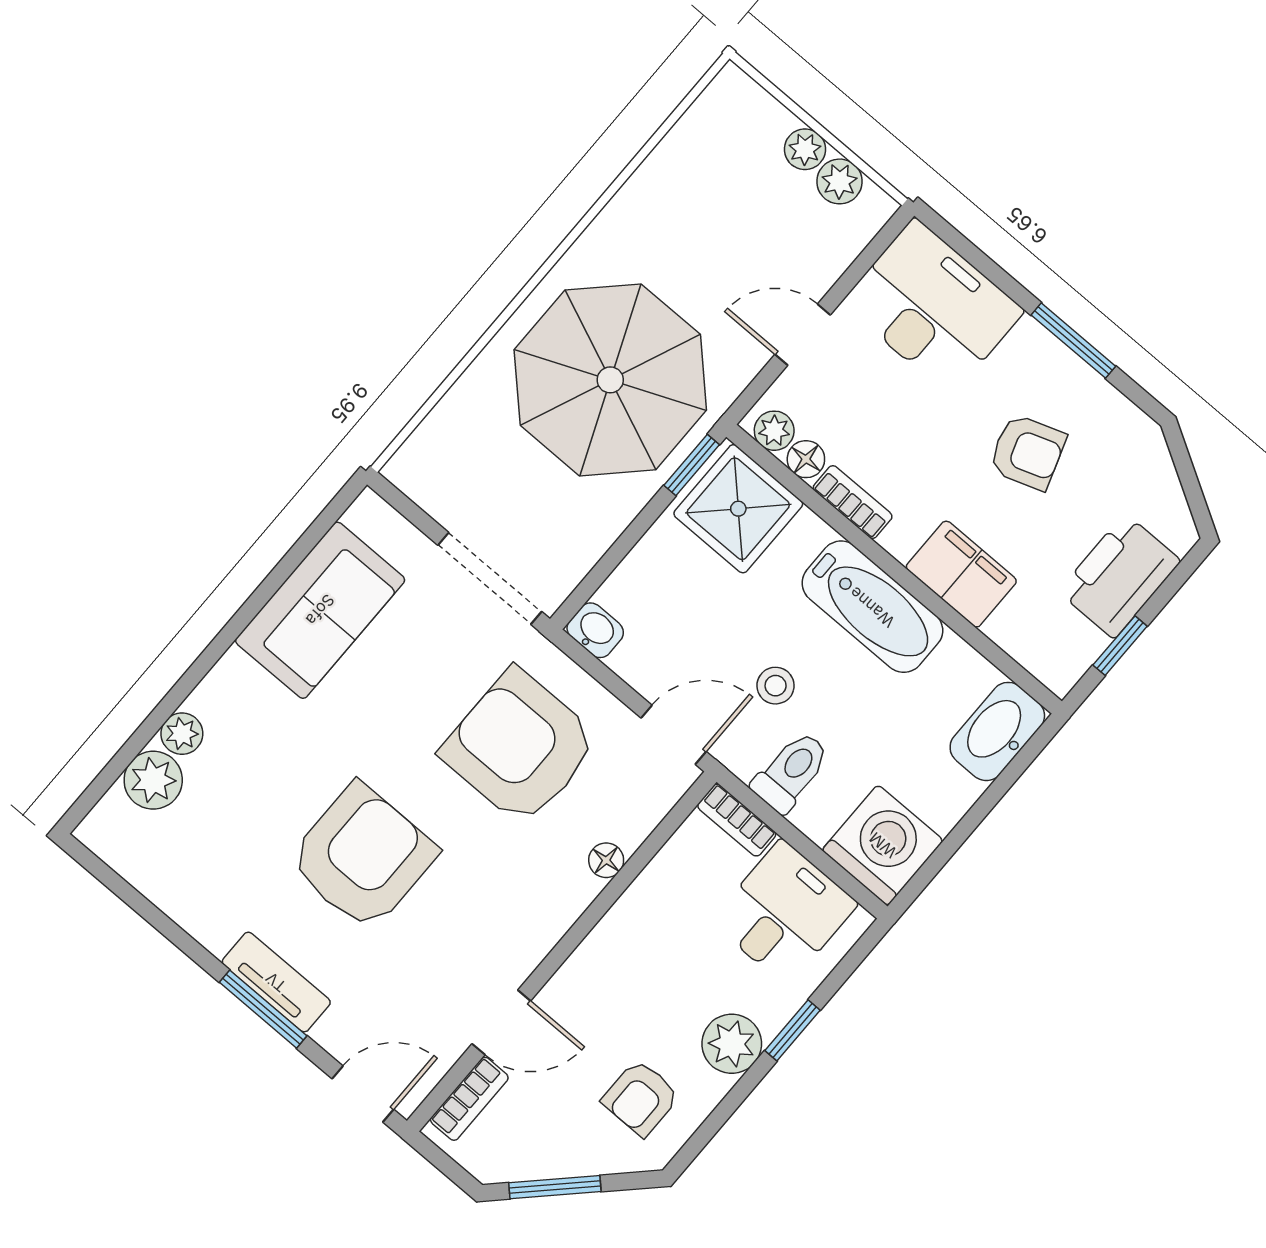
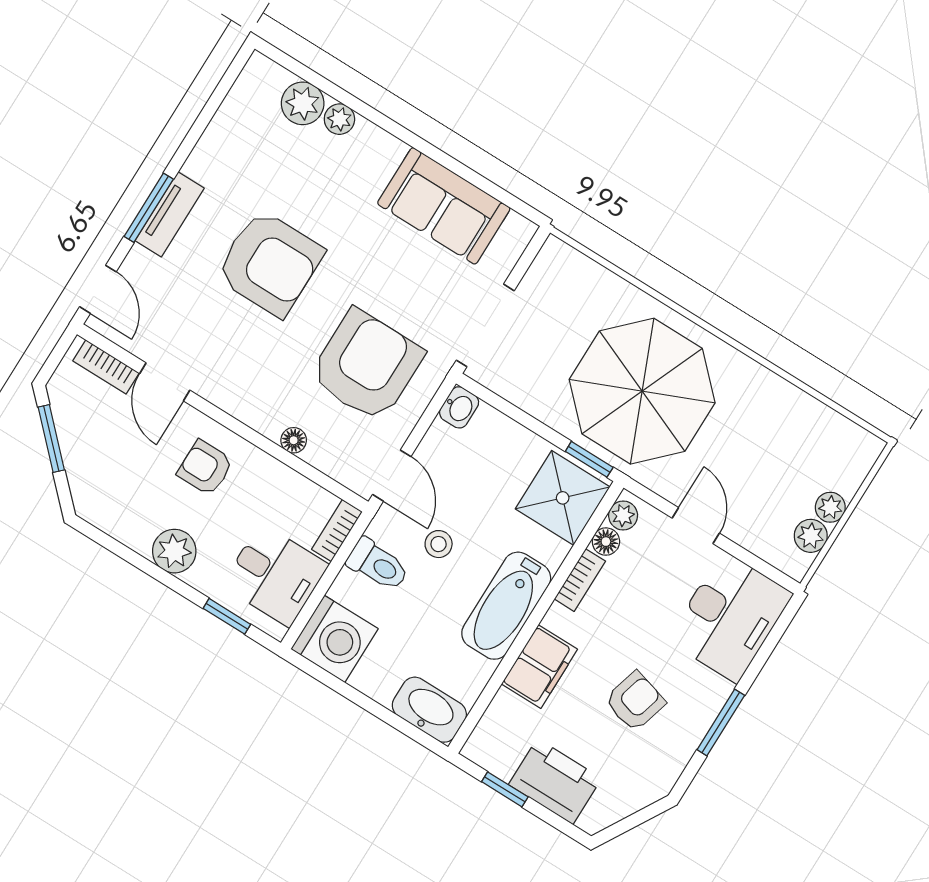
armchair: (1027, 452) -> (635, 701), turned -145
window: (792, 1030) -> (227, 616), moved
armchair: (641, 1098) -> (205, 468), moved

